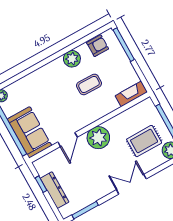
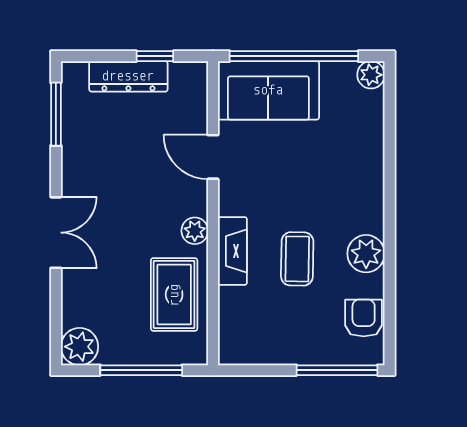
armchair: (98, 46) -> (364, 318), turned 180
fireplace: (131, 94) -> (232, 251), moved
plant: (98, 138) -> (195, 231), width x0.53, depth x0.53
rug: (144, 141) -> (174, 295), moved

